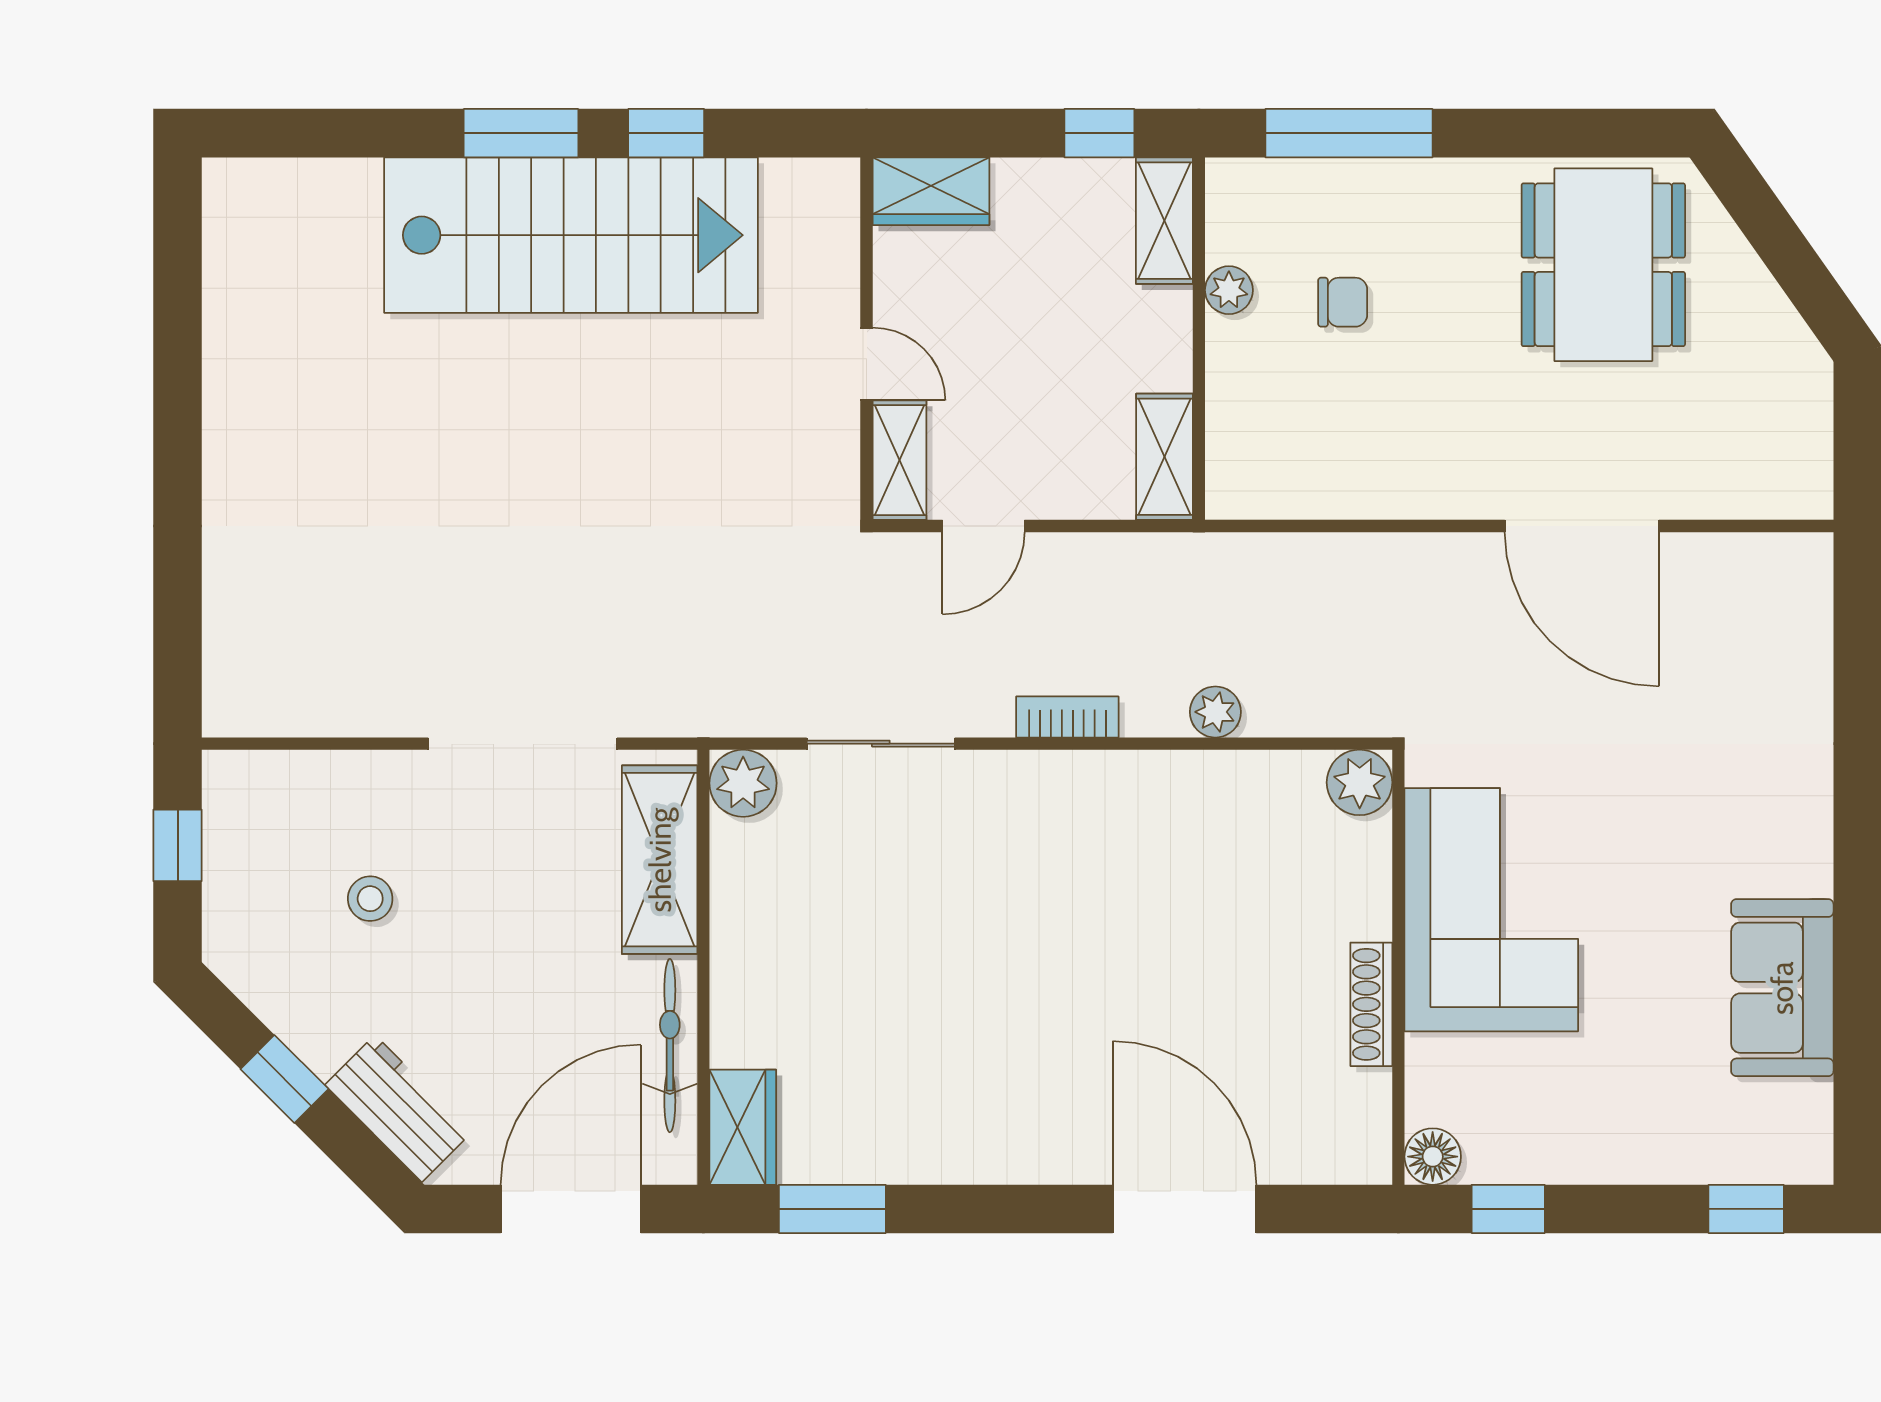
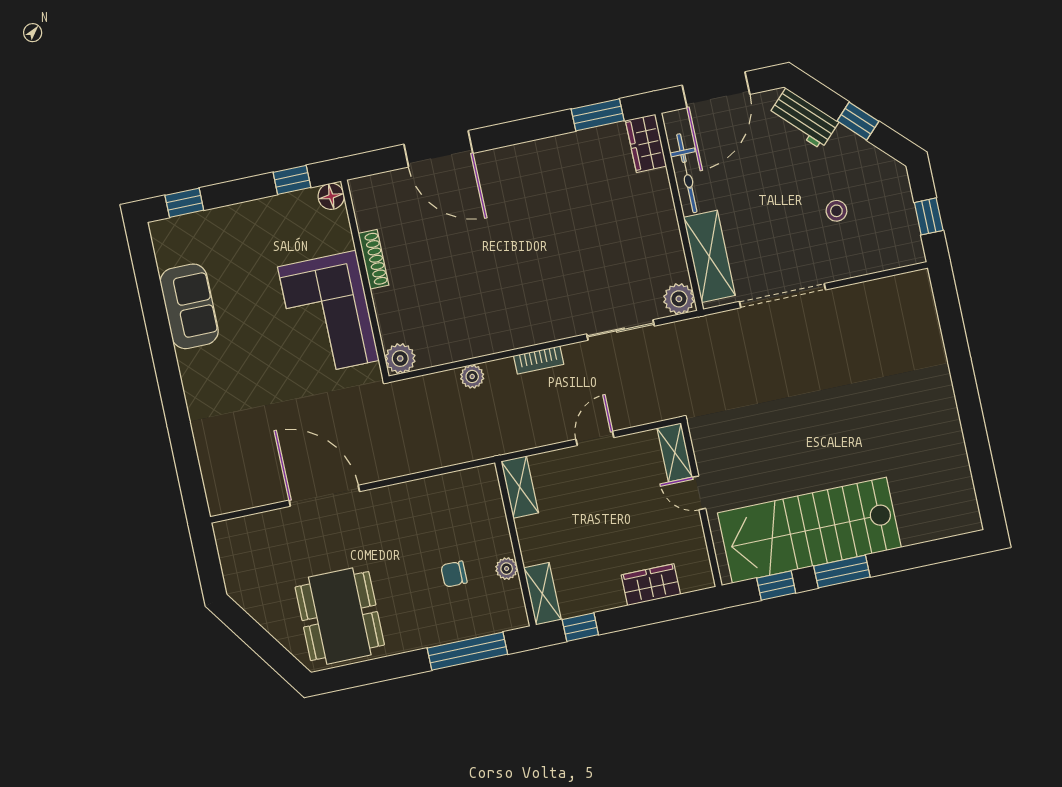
wall: (867, 339) -> (701, 504), moved
door: (867, 364) -> (699, 493), moved
shelving: (899, 460) -> (675, 452), moved

